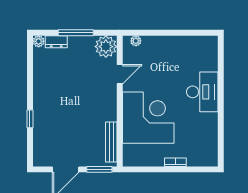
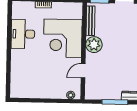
plant: (106, 47) -> (94, 45), moved
desk: (202, 92) -> (23, 34), moved

